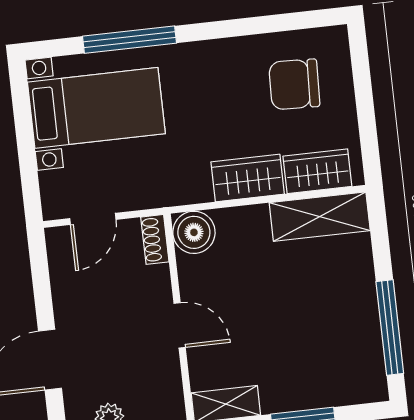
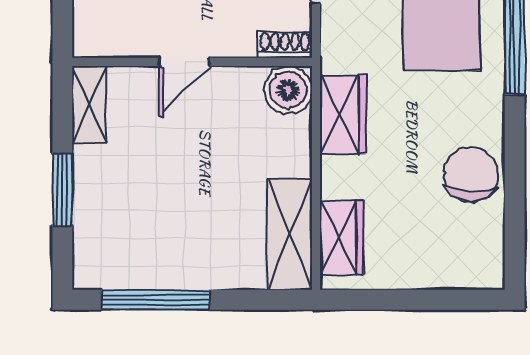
chair: (294, 84) -> (471, 174), moved
wardrobe: (248, 178) -> (343, 115), moved

